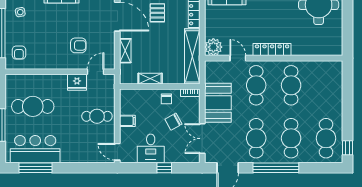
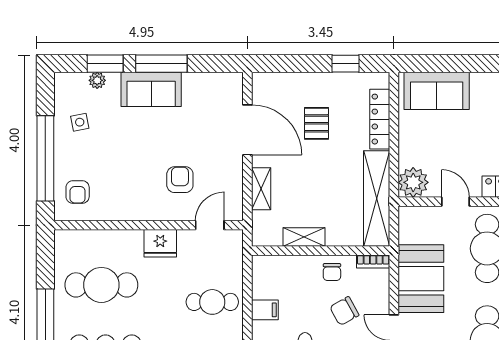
armchair: (78, 45) -> (180, 180), turned -90
fridge: (77, 82) -> (160, 243), moved

